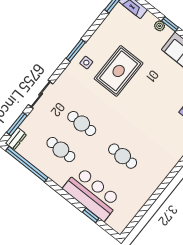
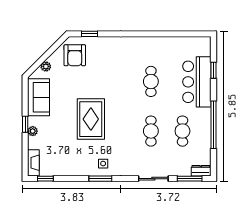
rug: (119, 71) -> (91, 119), moved, turned 90
window: (27, 164) -> (213, 125), moved

